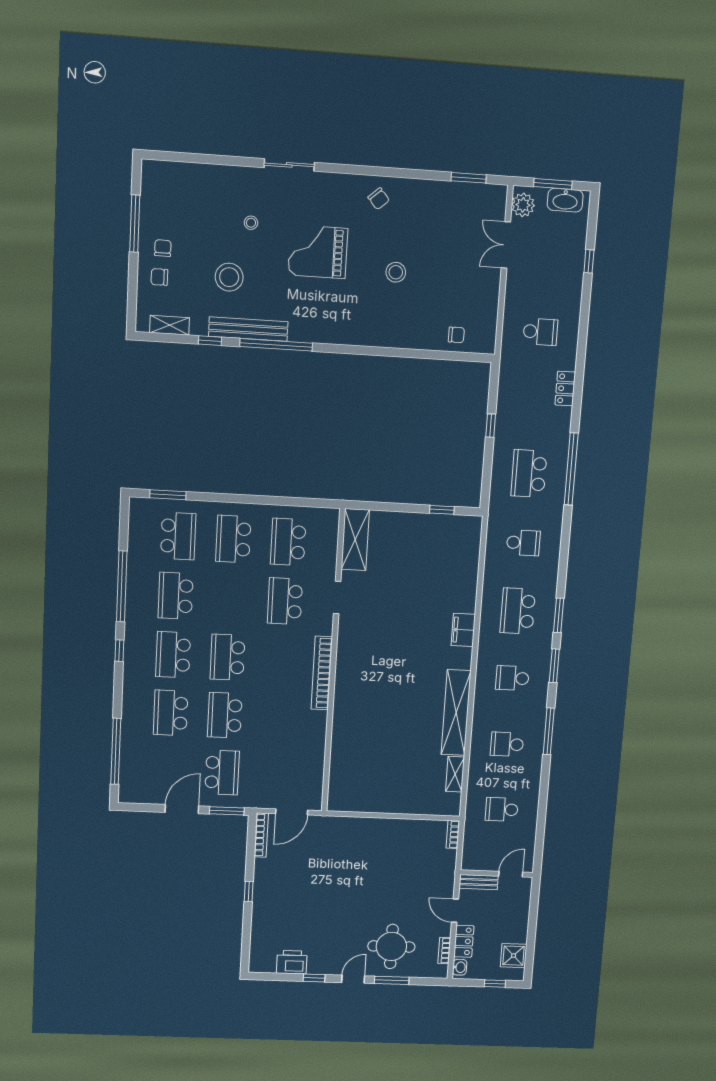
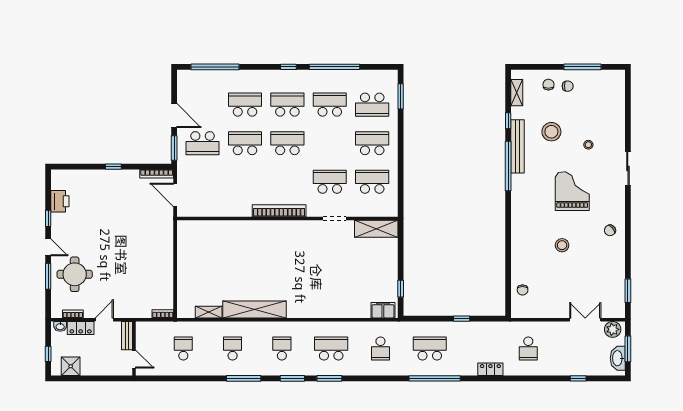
filing cabinet: (463, 630) -> (383, 310), moved

